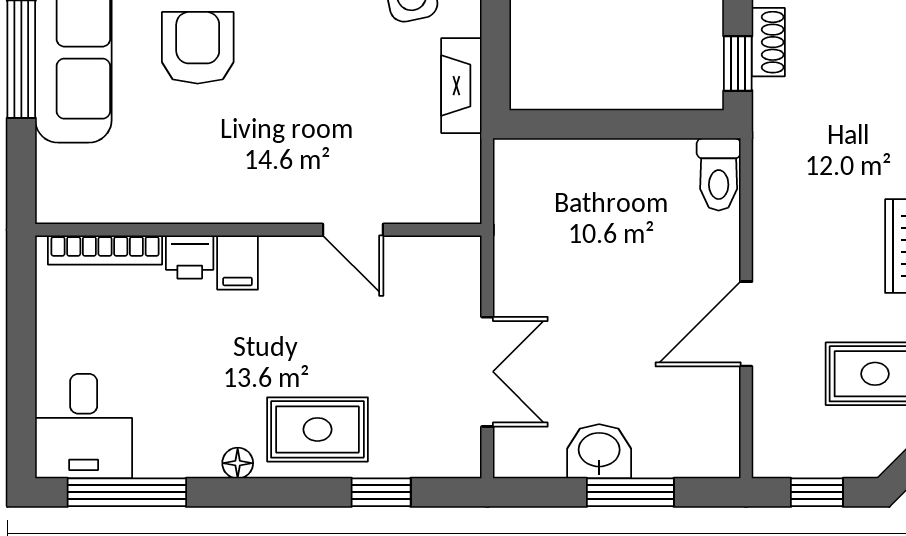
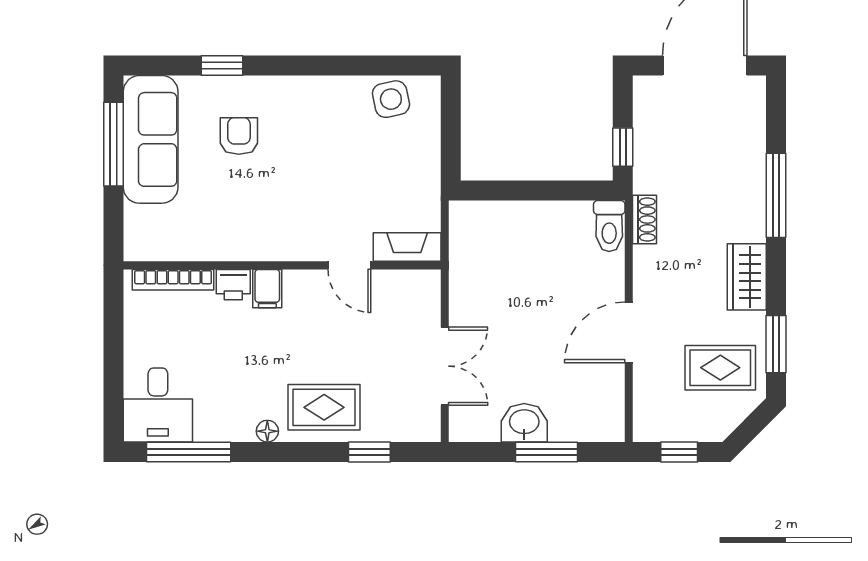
shoe rack: (768, 42) -> (644, 220), moved
armchair: (198, 48) -> (239, 136), width x0.72, depth x0.72
fireplace: (461, 86) -> (407, 247), moved, turned 90

